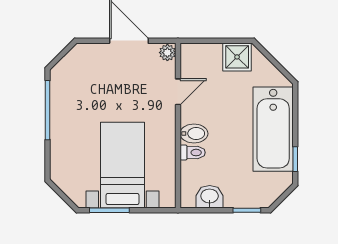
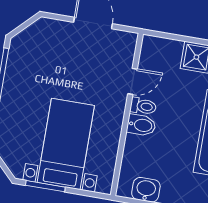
plant: (167, 53) -> (129, 41), removed
toilet: (193, 153) -> (143, 106), moved

